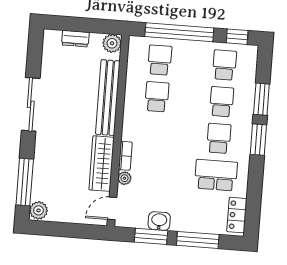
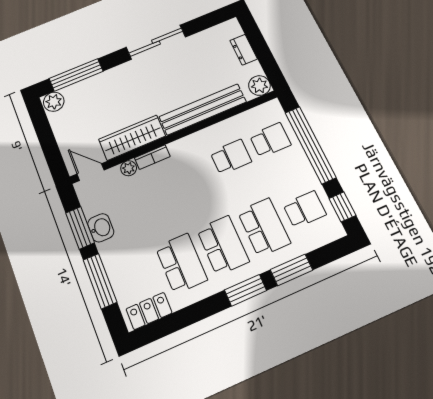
school desk: (222, 102) -> (264, 227), width x1.85
school desk: (219, 138) -> (223, 245), width x1.85

